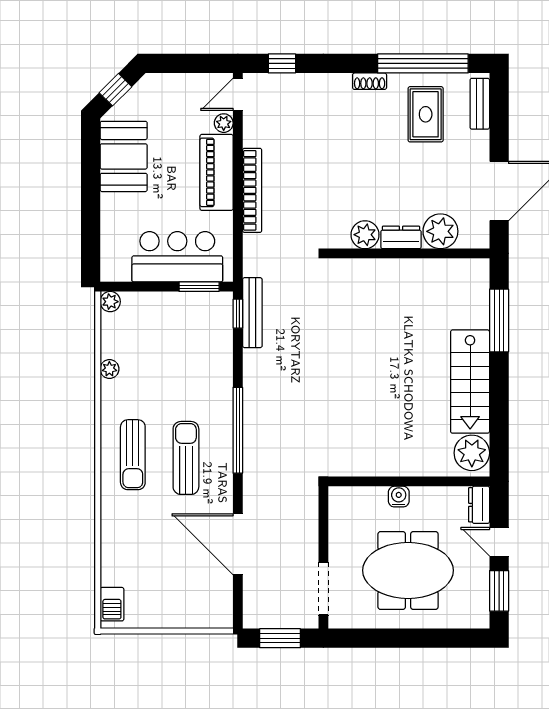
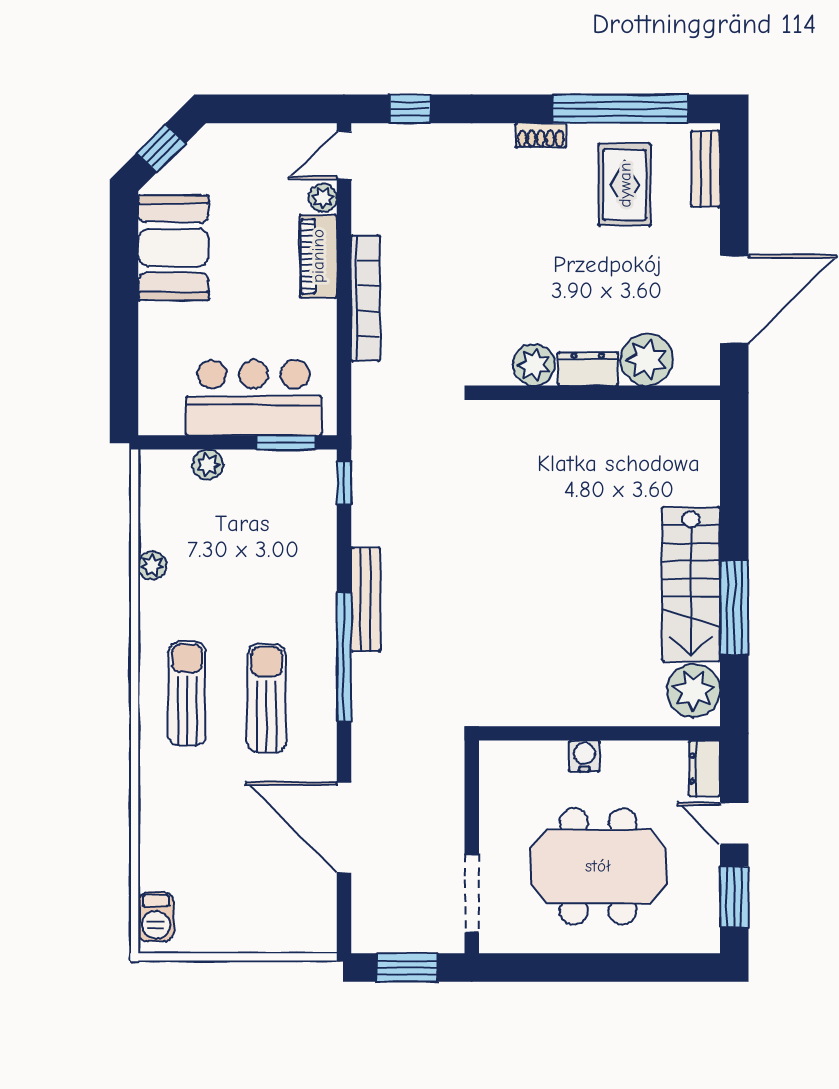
piano: (217, 172) -> (318, 256), width x0.73, depth x0.75
plant: (110, 302) -> (208, 465), moved
bench: (252, 313) -> (366, 600), moved
window: (499, 320) -> (734, 608), moved
sun lounger: (133, 455) -> (187, 693), turned 180

